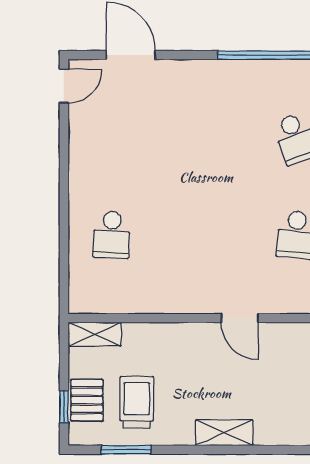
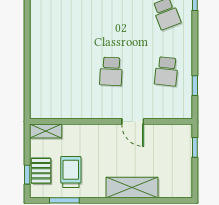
school desk: (112, 235) -> (111, 71), moved
shelving: (224, 433) -> (132, 188), width x1.50, depth x1.33

